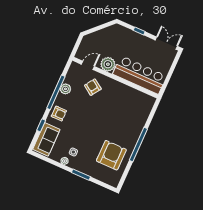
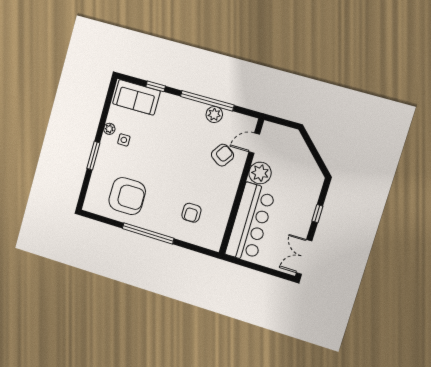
double door: (166, 43) -> (304, 257), swing flipped
door: (88, 65) -> (254, 143), swing flipped
armchair: (59, 114) -> (191, 213), moved

